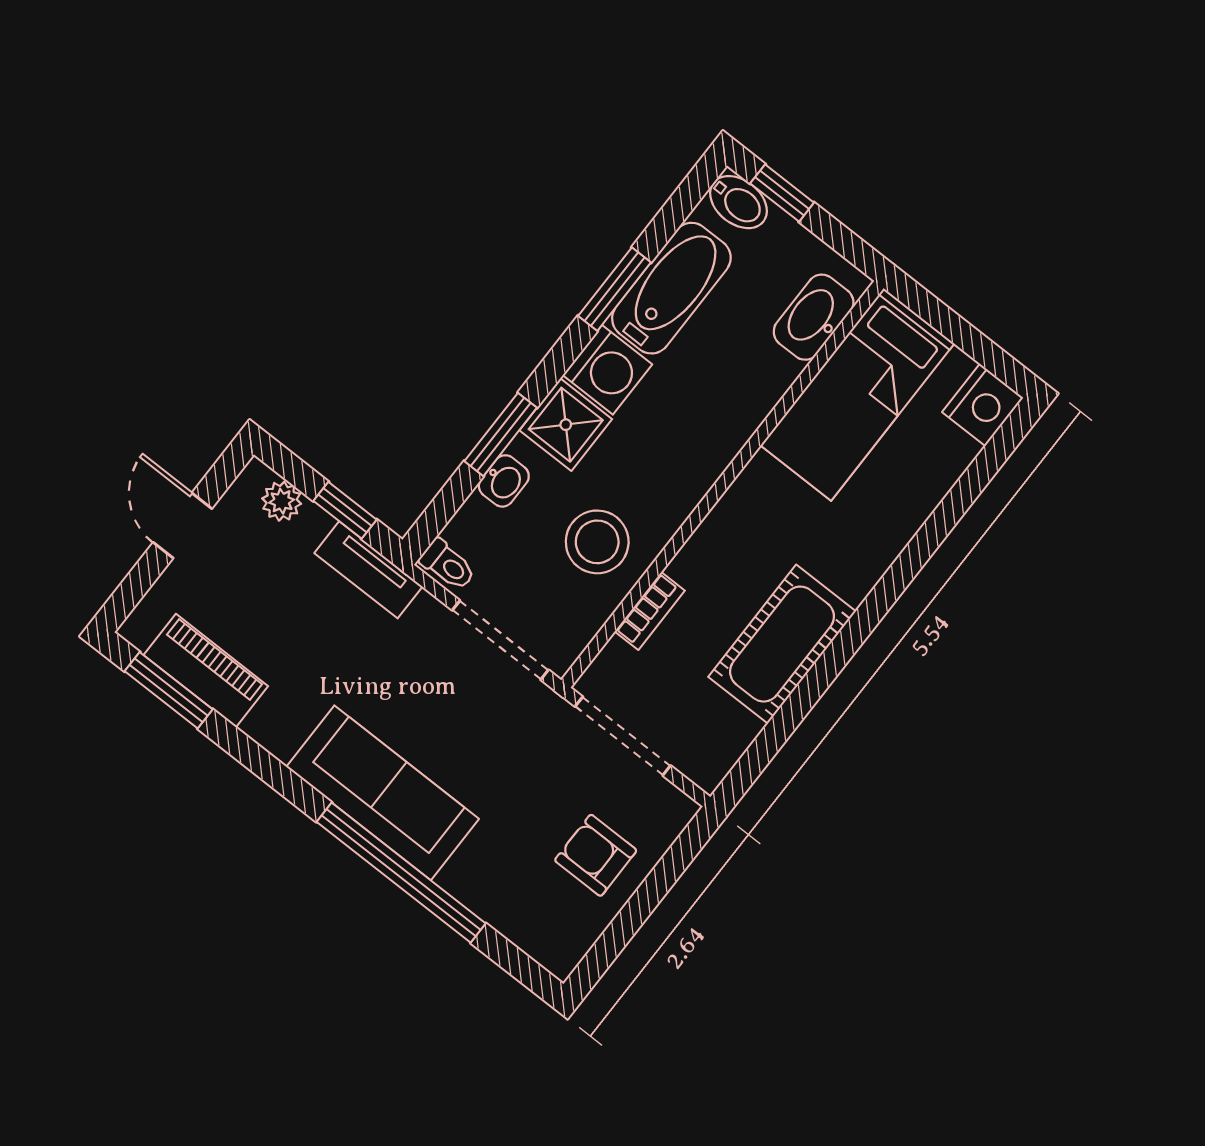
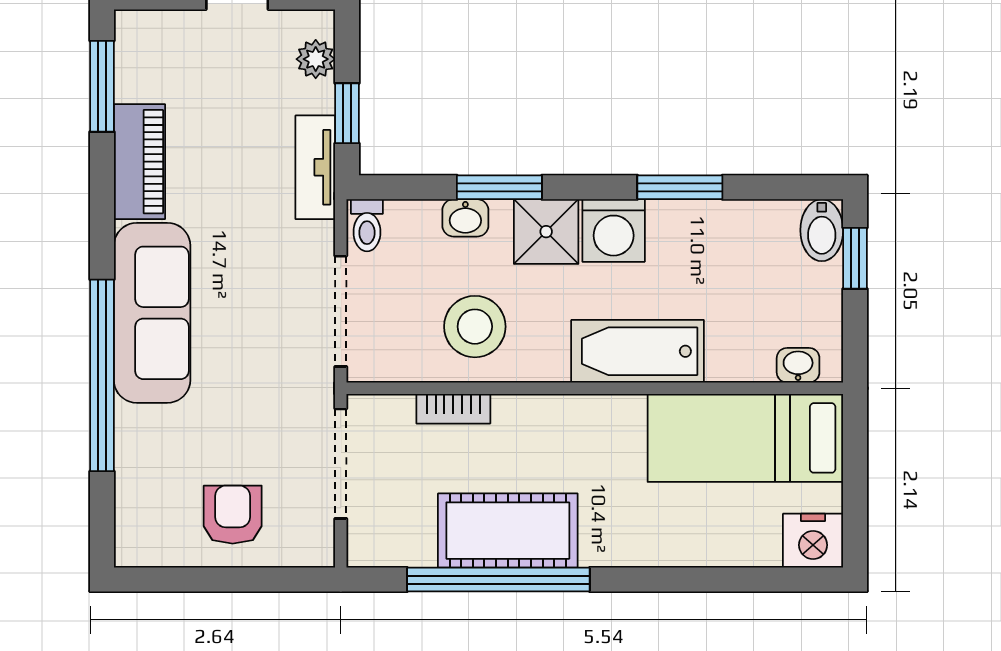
bathtub: (671, 288) -> (638, 351), moved, turned 180
washbasin: (814, 317) -> (798, 365), width x0.52, depth x0.69
piano: (206, 671) -> (139, 162), moved
window: (816, 683) -> (498, 580), added

